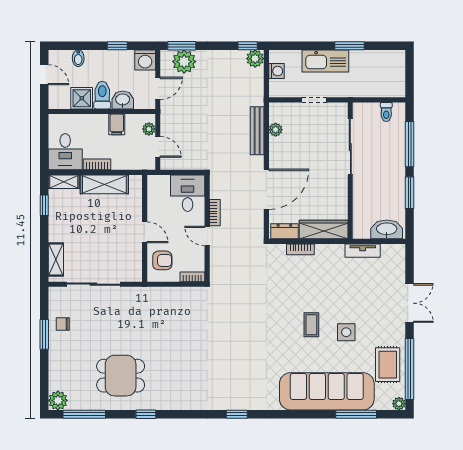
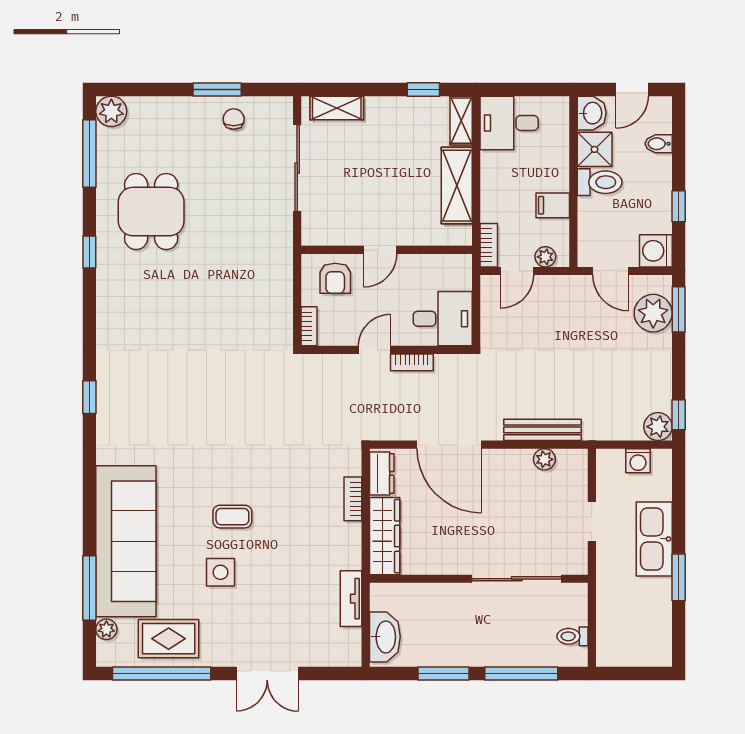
washbasin: (123, 100) -> (592, 113), moved
bookcase: (97, 164) -> (489, 245), moved
plant: (399, 404) -> (106, 629), moved

